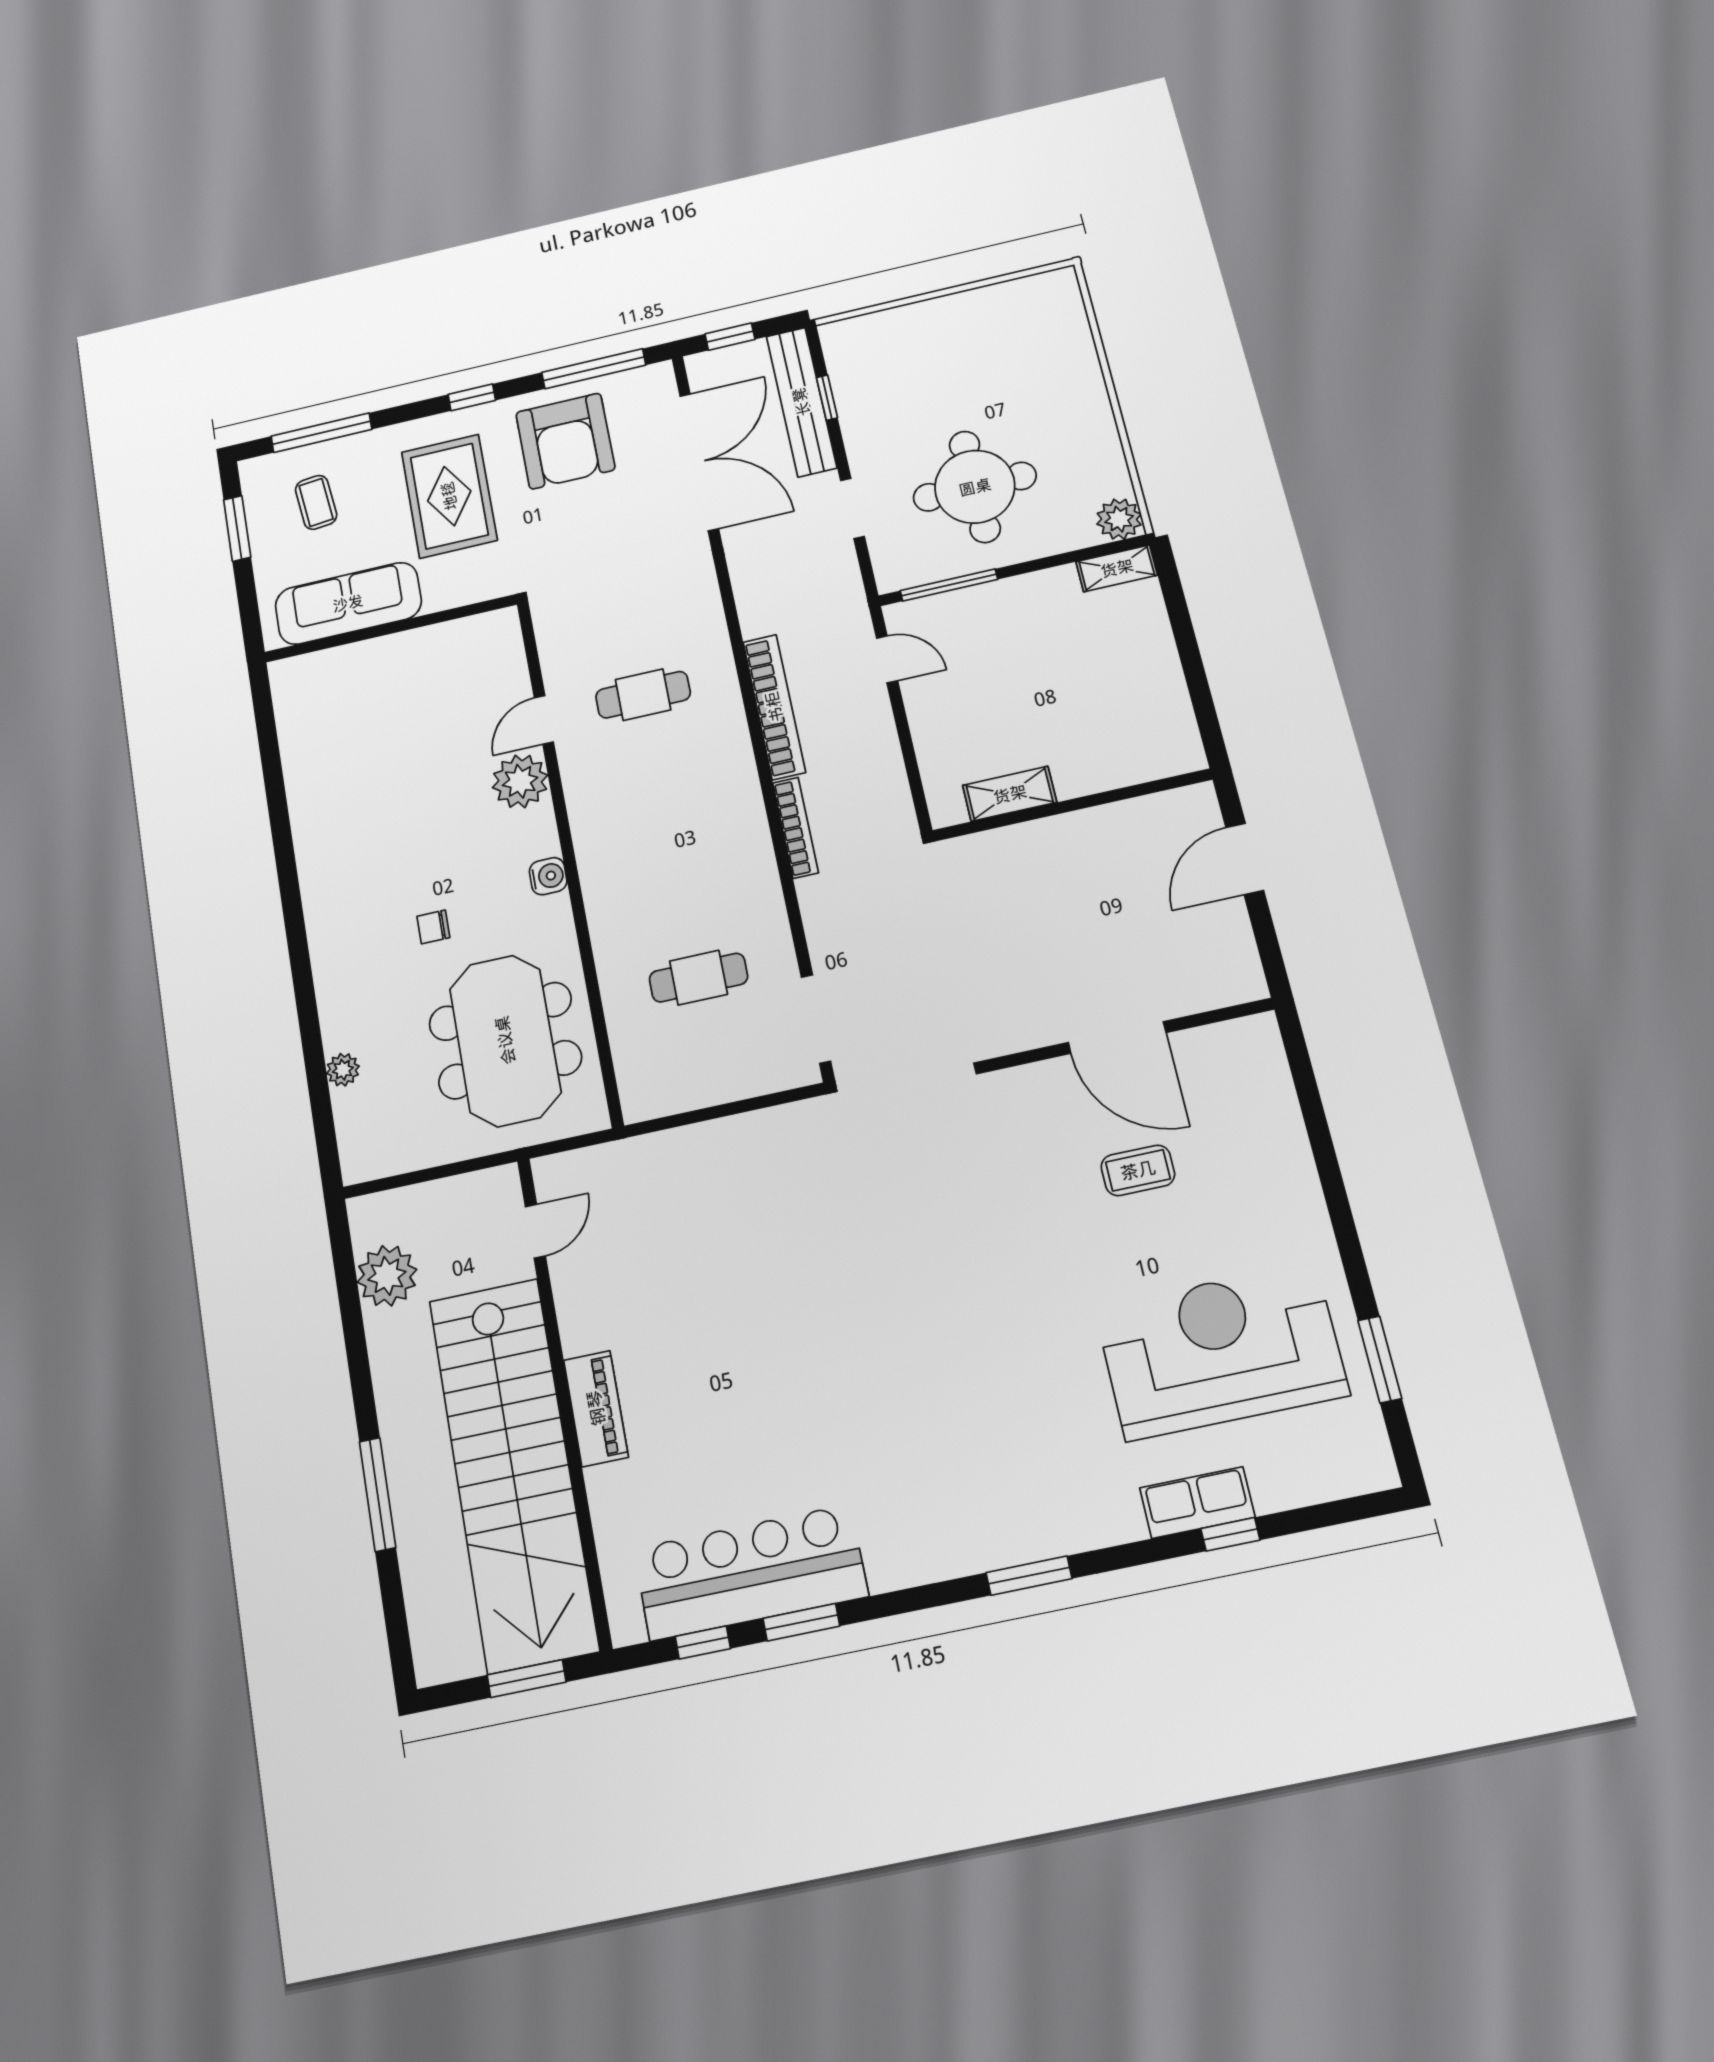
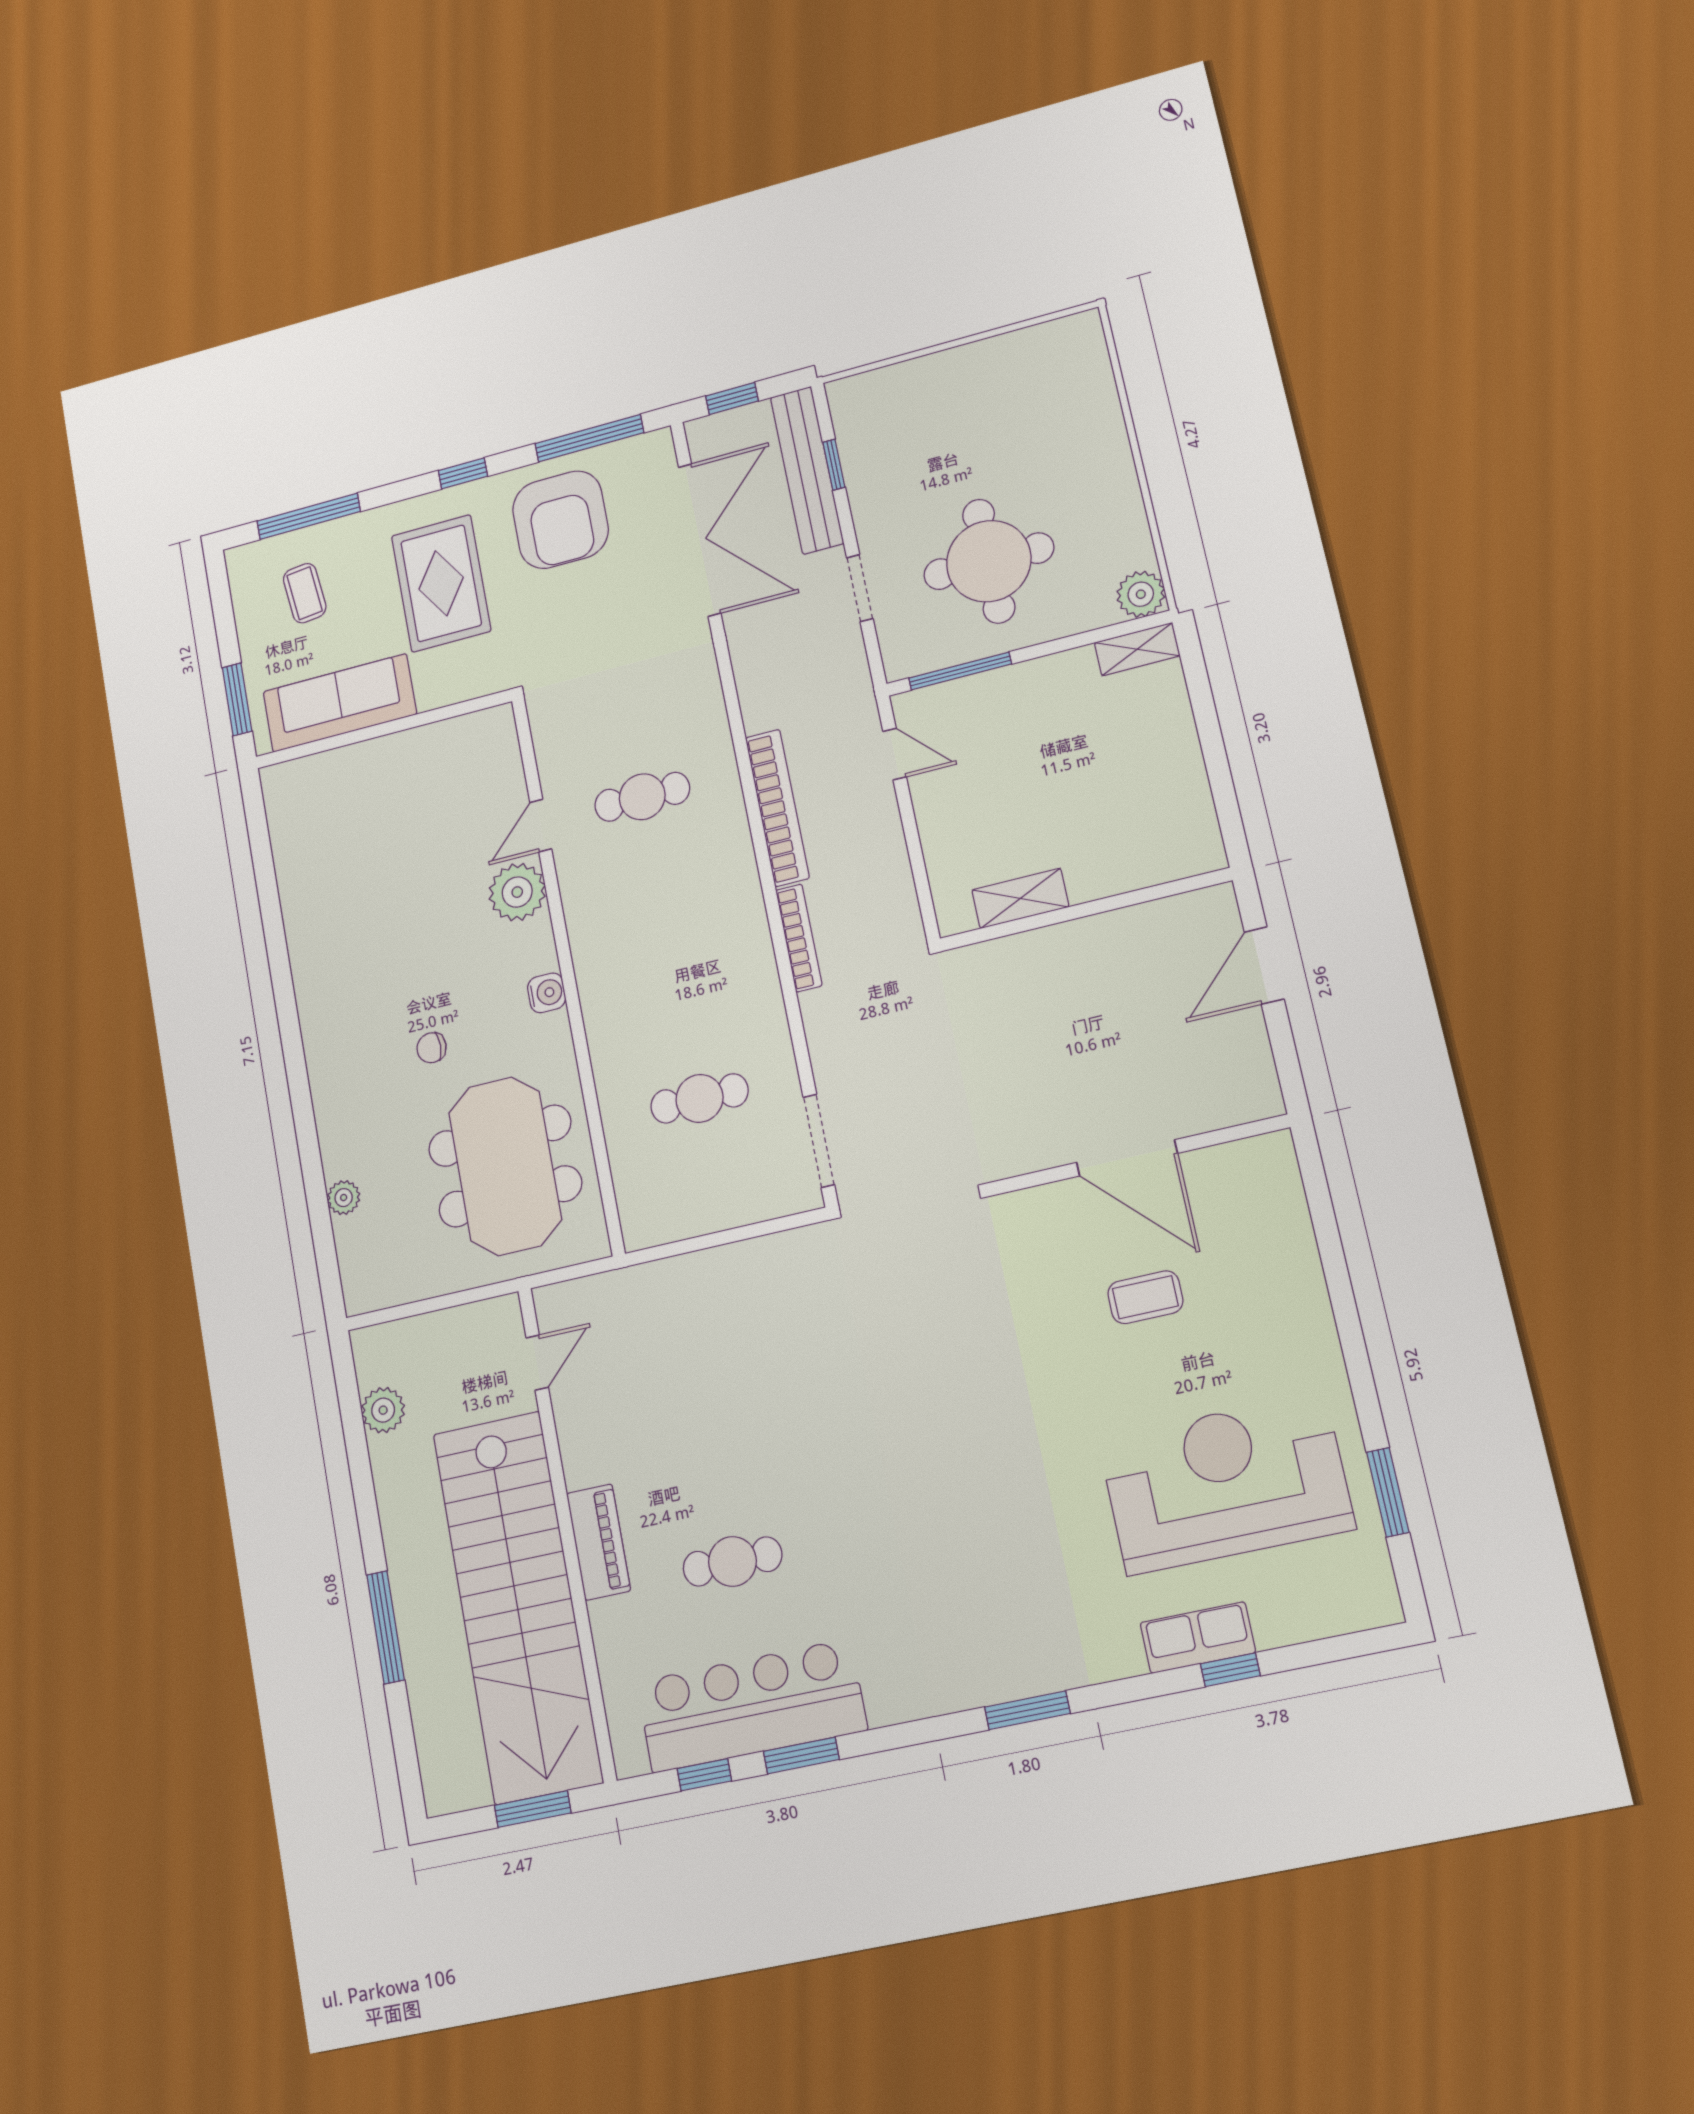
window: (237, 528) -> (237, 699), moved
plant: (387, 1276) -> (383, 1410), width x0.73, depth x0.73
cafe table: (731, 1428) -> (733, 1561), added

